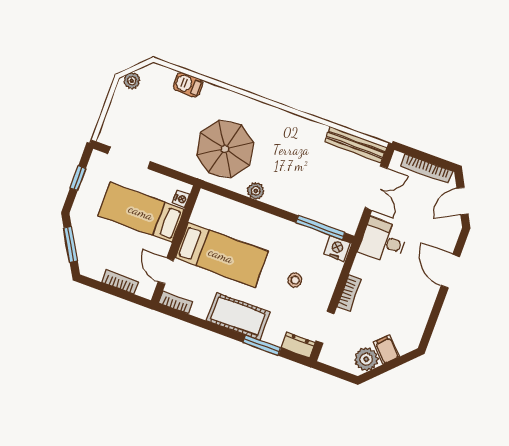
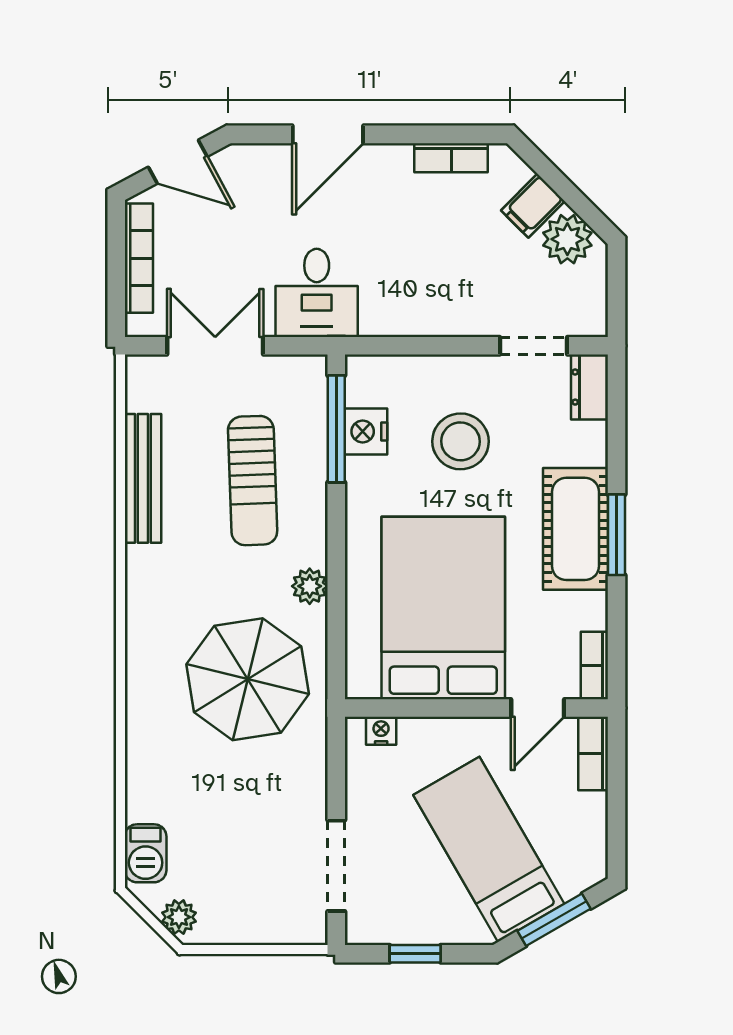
barbecue: (188, 85) -> (146, 853), moved
bench: (356, 145) -> (143, 478), moved
sun lounger: (311, 183) -> (253, 481), added
bed: (141, 212) -> (489, 849), moved, turned 150
nightstand: (337, 248) -> (366, 431), moved
bed: (221, 255) -> (443, 608), width x1.50
stool: (295, 280) -> (461, 441), width x1.89, depth x1.89
bookcase: (120, 282) -> (593, 753), moved
bookcase: (349, 293) -> (451, 158), moved, turned 180
window: (262, 345) -> (617, 535), moved

